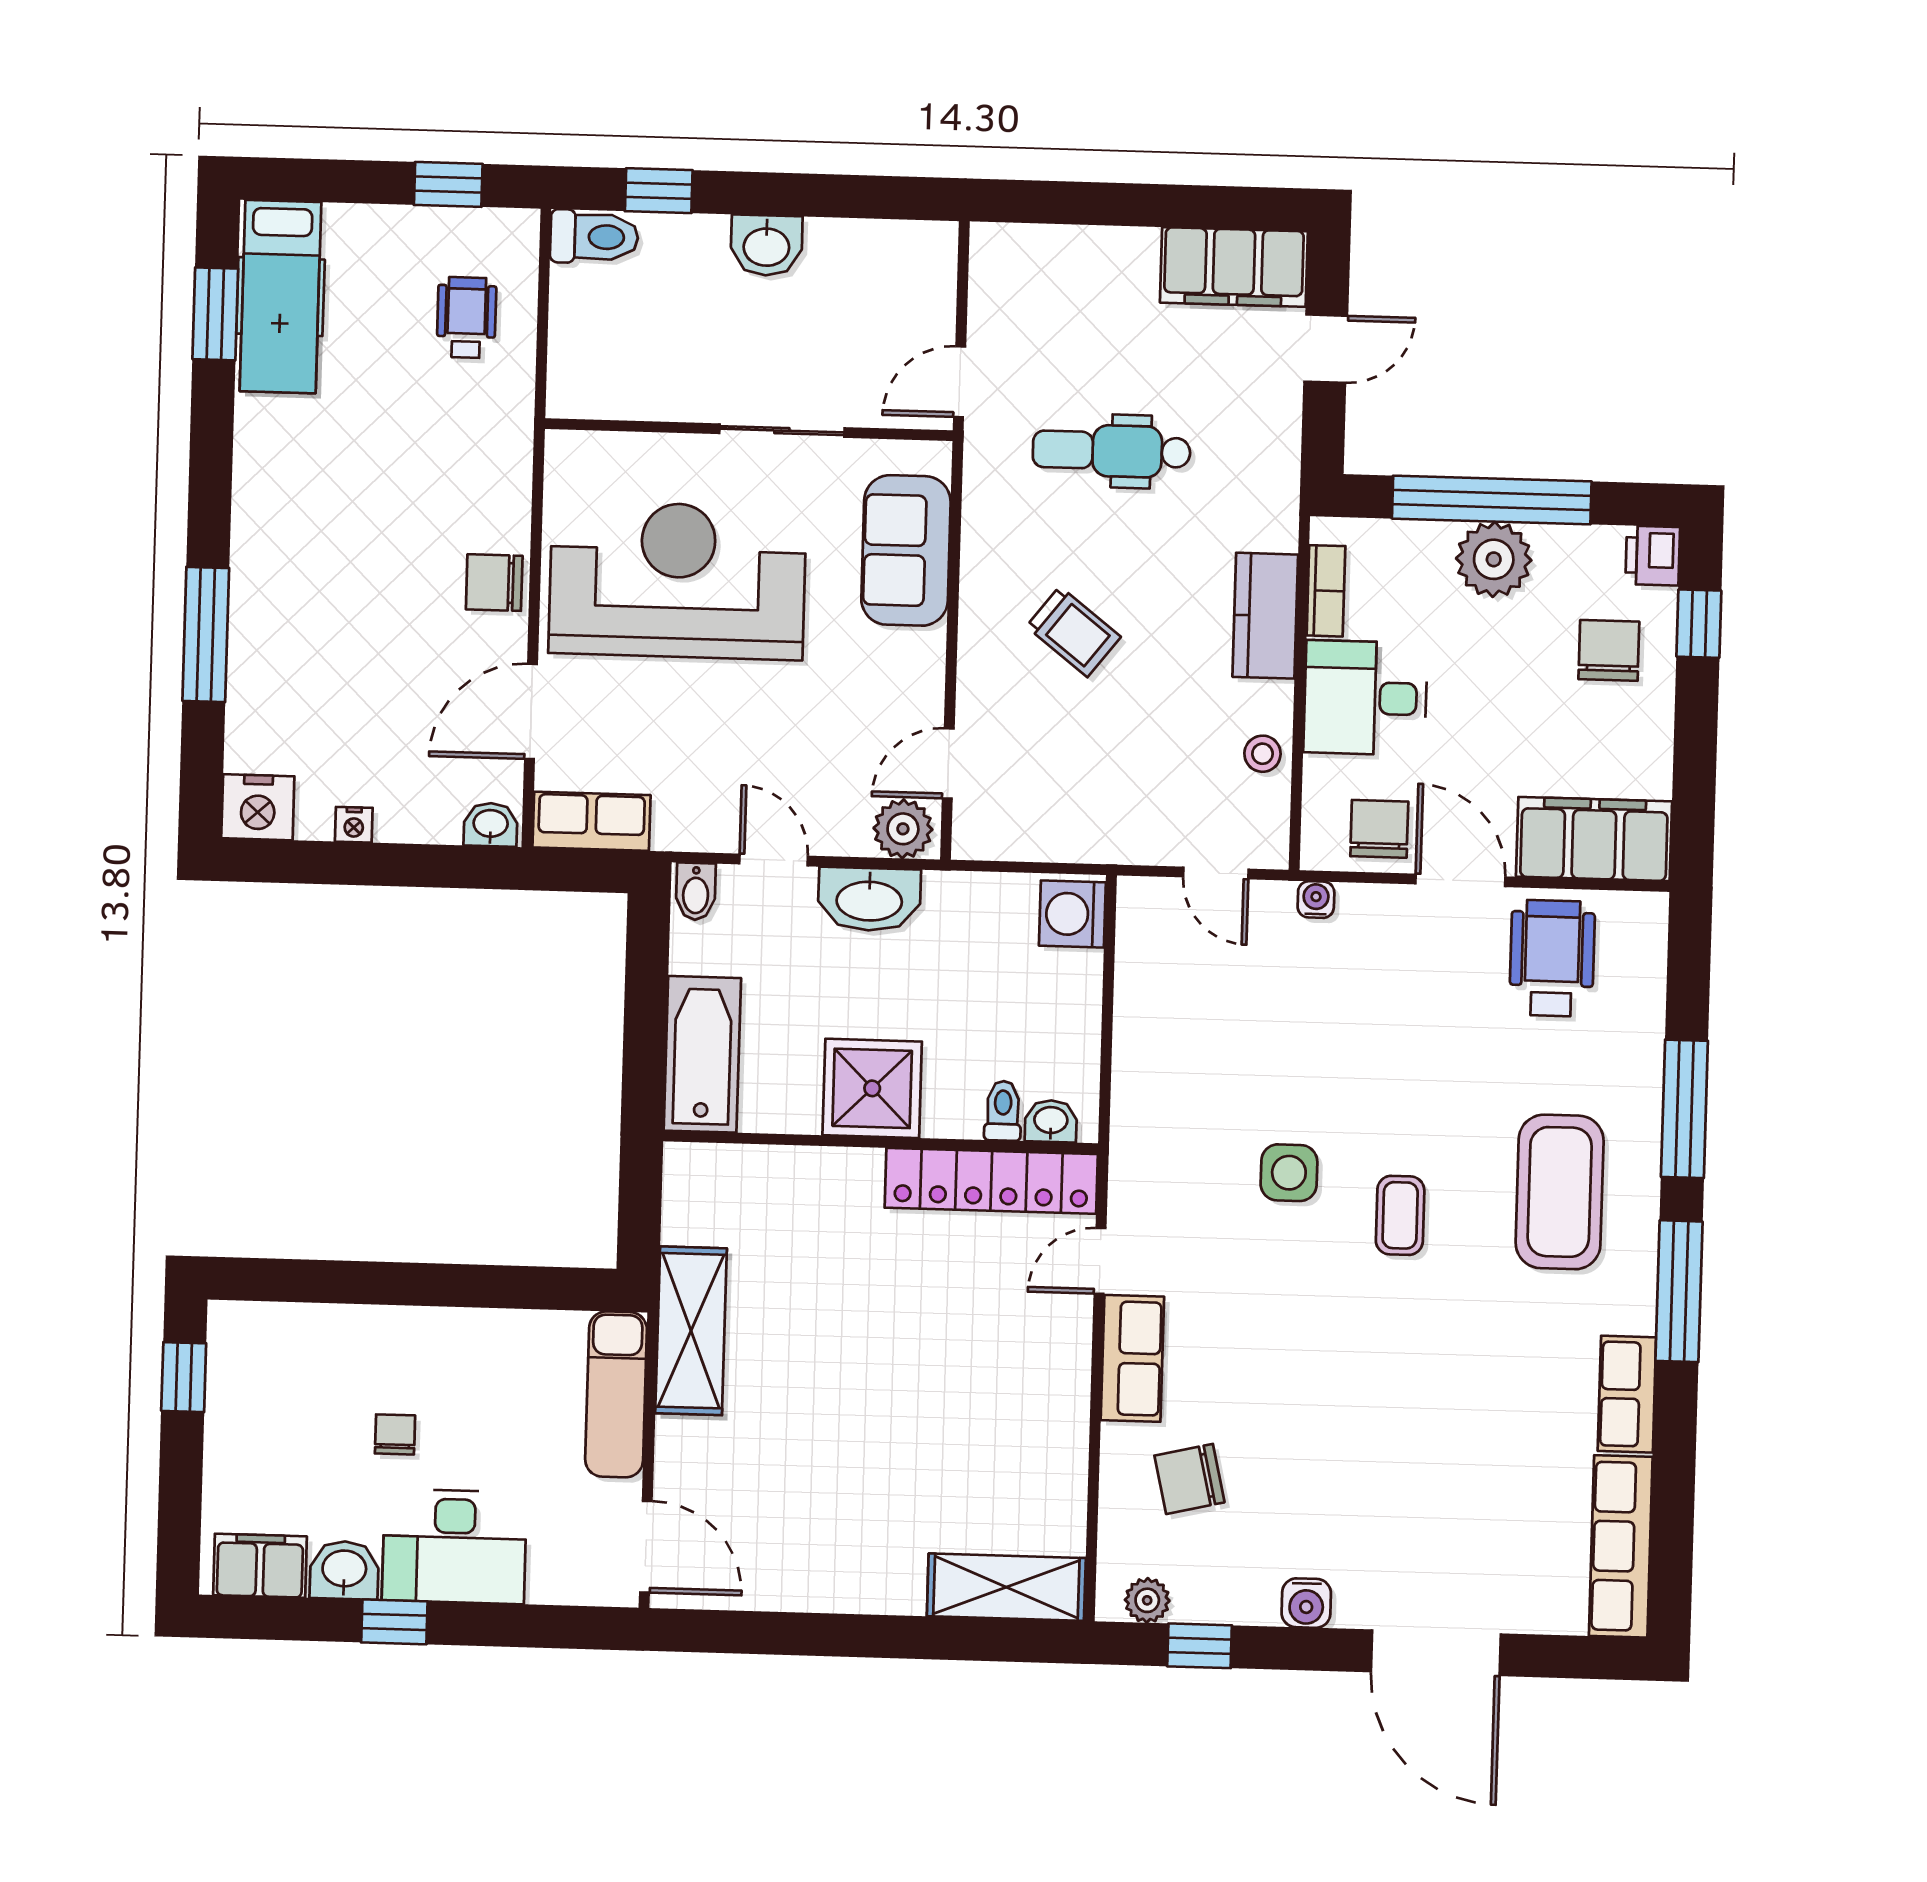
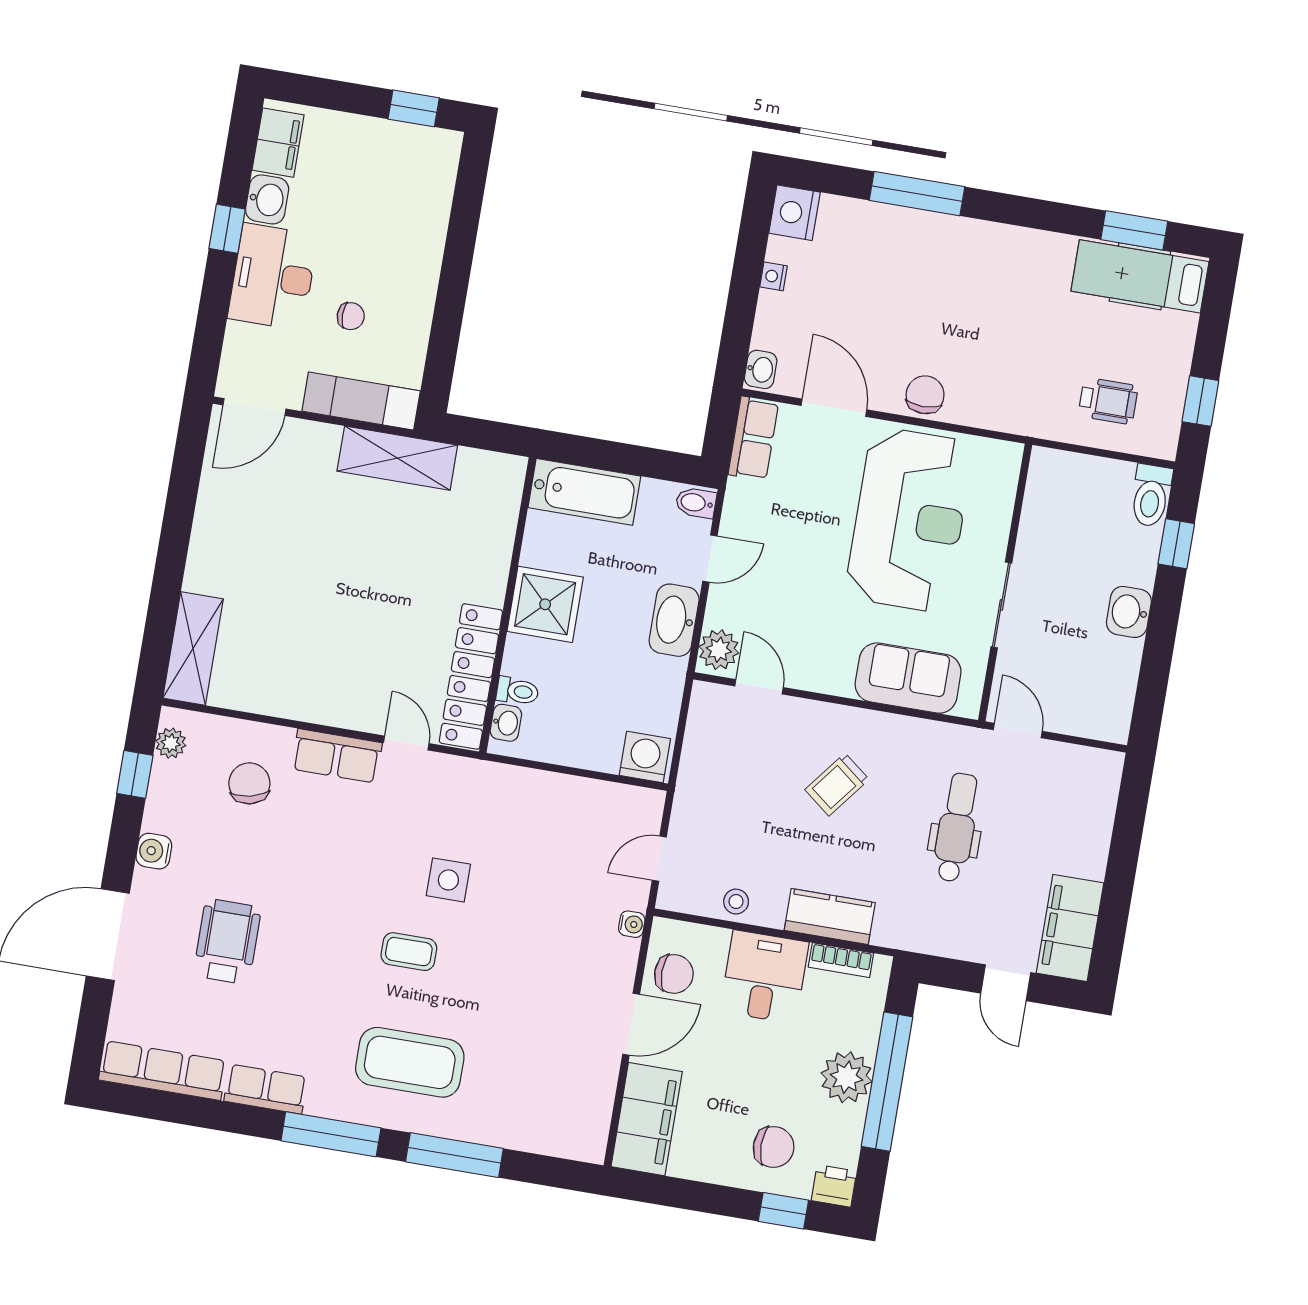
wheelchair: (1552, 958) -> (227, 941), moved, turned -90
chair: (395, 1434) -> (351, 316), moved

